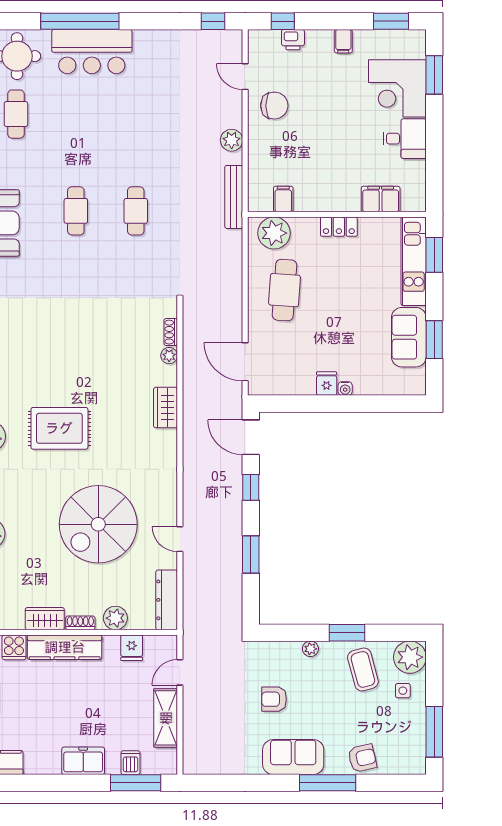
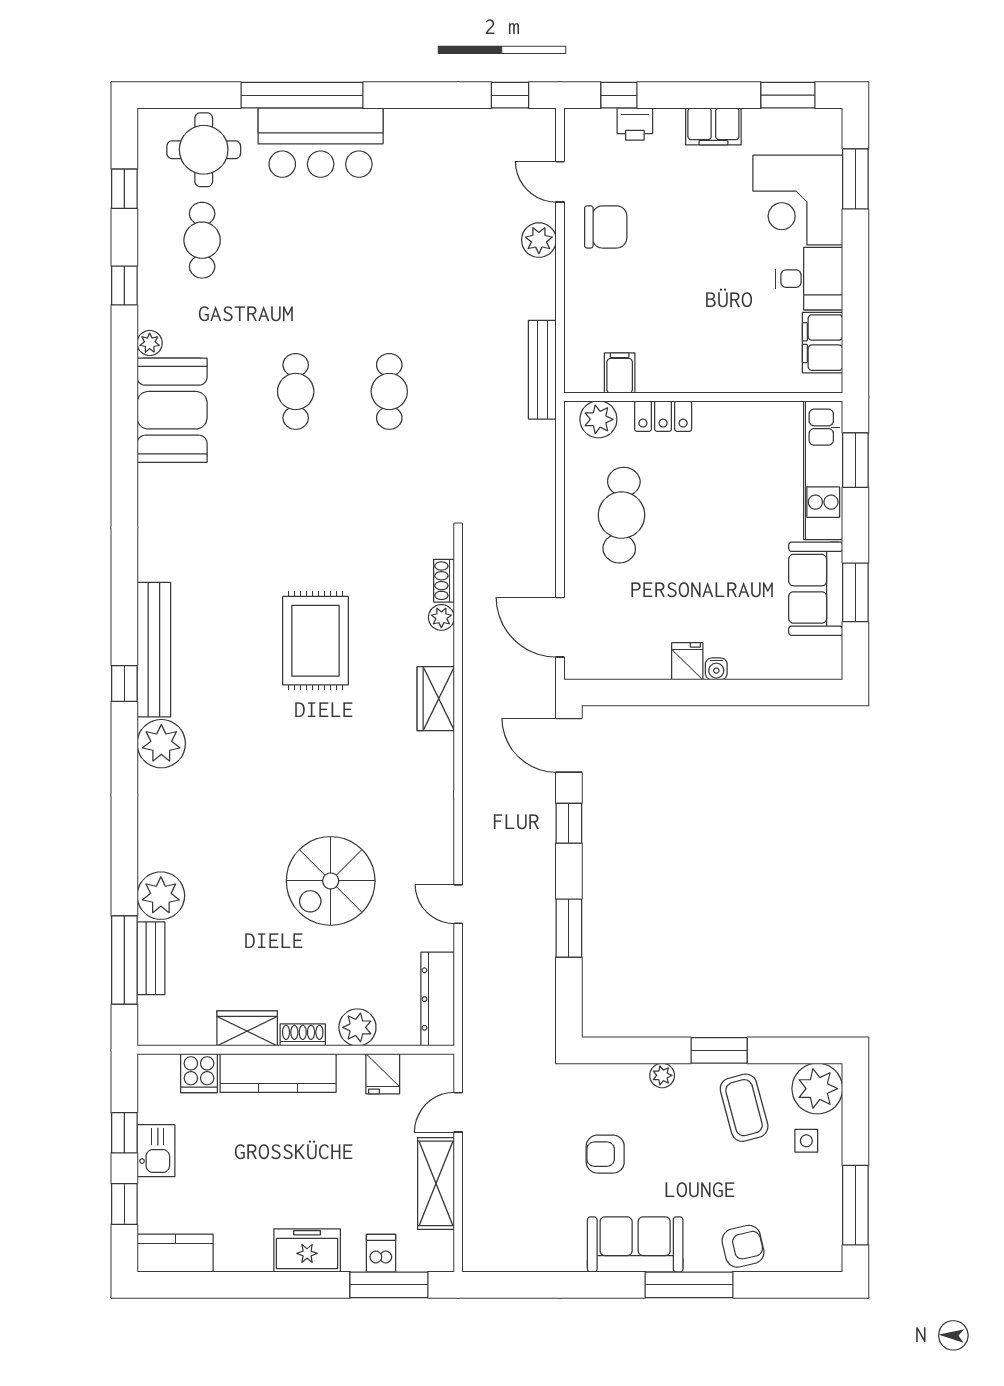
filing cabinet: (343, 41) -> (713, 126), width x2.00
plant: (232, 140) -> (539, 240), moved
filing cabinet: (381, 199) -> (823, 343), moved, turned -90
locker: (339, 227) -> (663, 416), moved
plant: (274, 233) -> (598, 419), width x0.73, depth x0.73
rug: (59, 428) -> (315, 641), moved, turned 90
spiral stairs: (98, 524) -> (331, 881), width x0.73, depth x0.73

